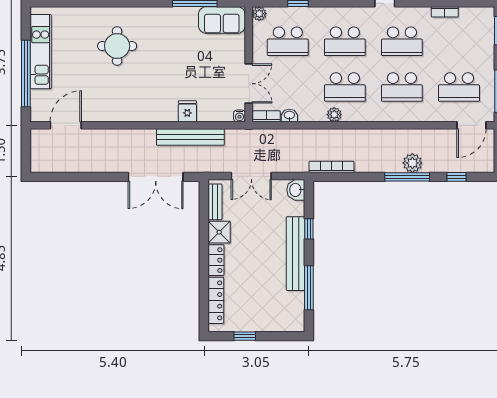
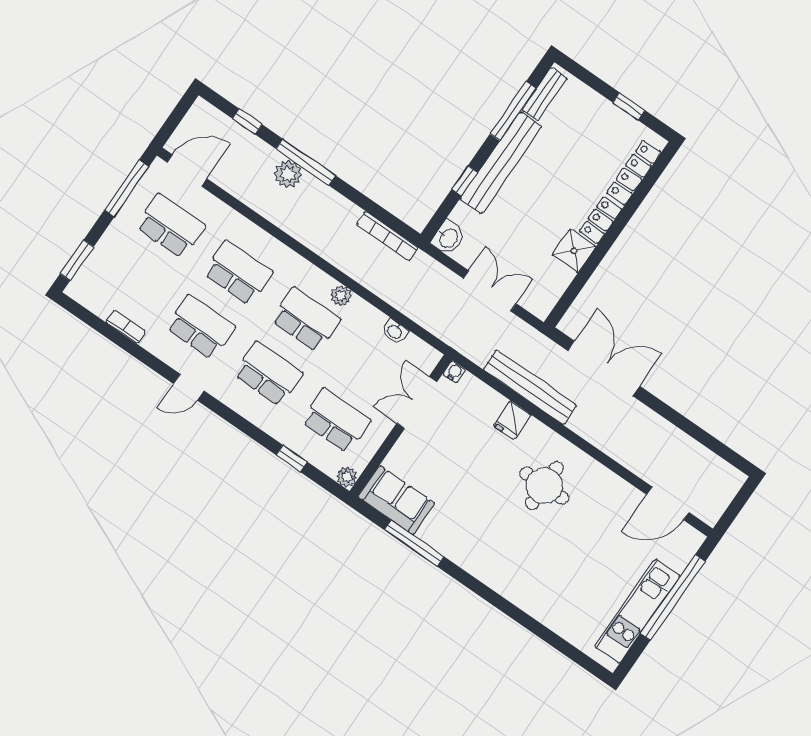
round table: (117, 46) -> (544, 486), moved
bookcase: (266, 116) -> (423, 350), removed
bench: (215, 202) -> (544, 94), moved

